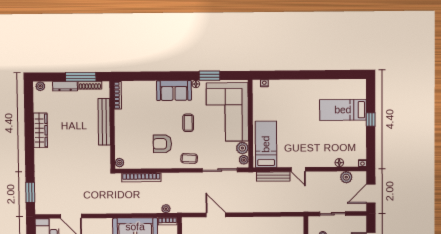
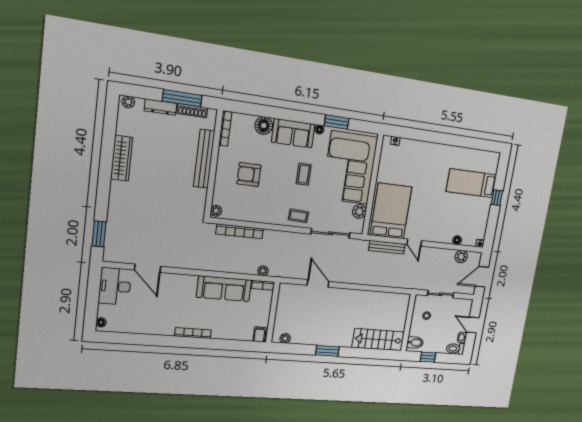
floor lamp: (149, 88) -> (264, 126), added
armchair: (162, 144) -> (249, 174), moved
bed: (266, 144) -> (391, 211), width x1.50
plant: (244, 160) -> (359, 225), removed

